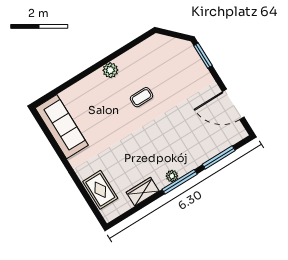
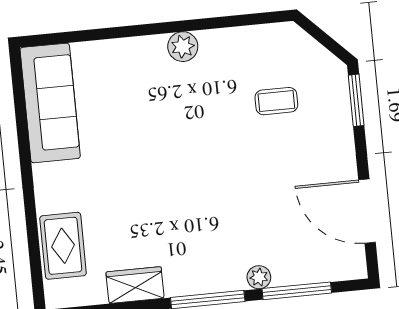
coffee table: (142, 97) -> (276, 101), moved
plant: (172, 176) -> (259, 277), moved

